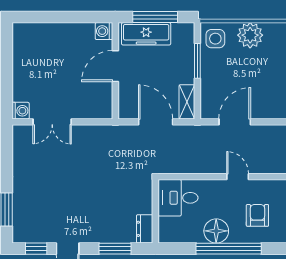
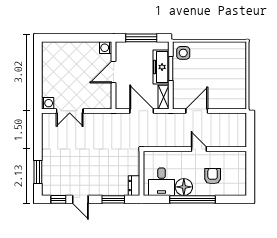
freezer: (146, 34) -> (161, 67), moved, turned 90
plant: (250, 35) -> (207, 51), removed
desk: (178, 198) -> (162, 182), moved, turned -90

